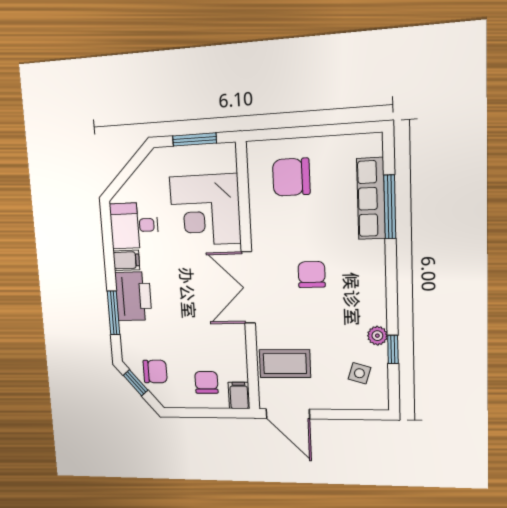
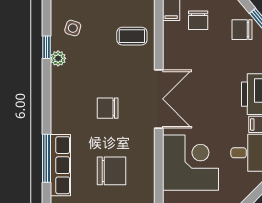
chair: (291, 177) -> (112, 171), moved
chair: (312, 275) -> (108, 108), turned 90
coffee table: (285, 364) -> (132, 36), width x0.73, depth x0.77

